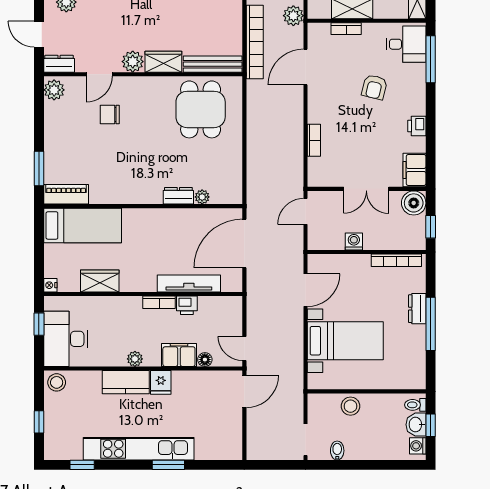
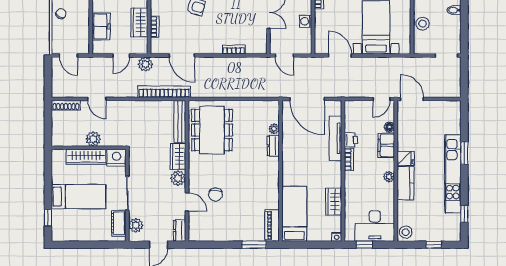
plant: (54, 90) -> (198, 234), removed
dining table: (201, 109) -> (212, 130), width x1.38
bidet: (337, 451) -> (454, 10), moved

